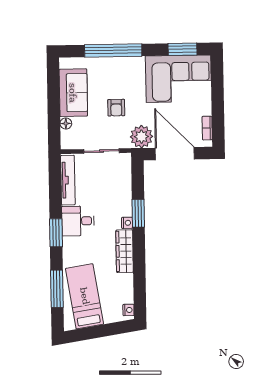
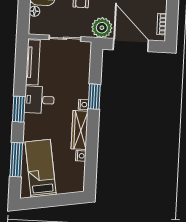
nightstand: (128, 310) -> (81, 156), moved

